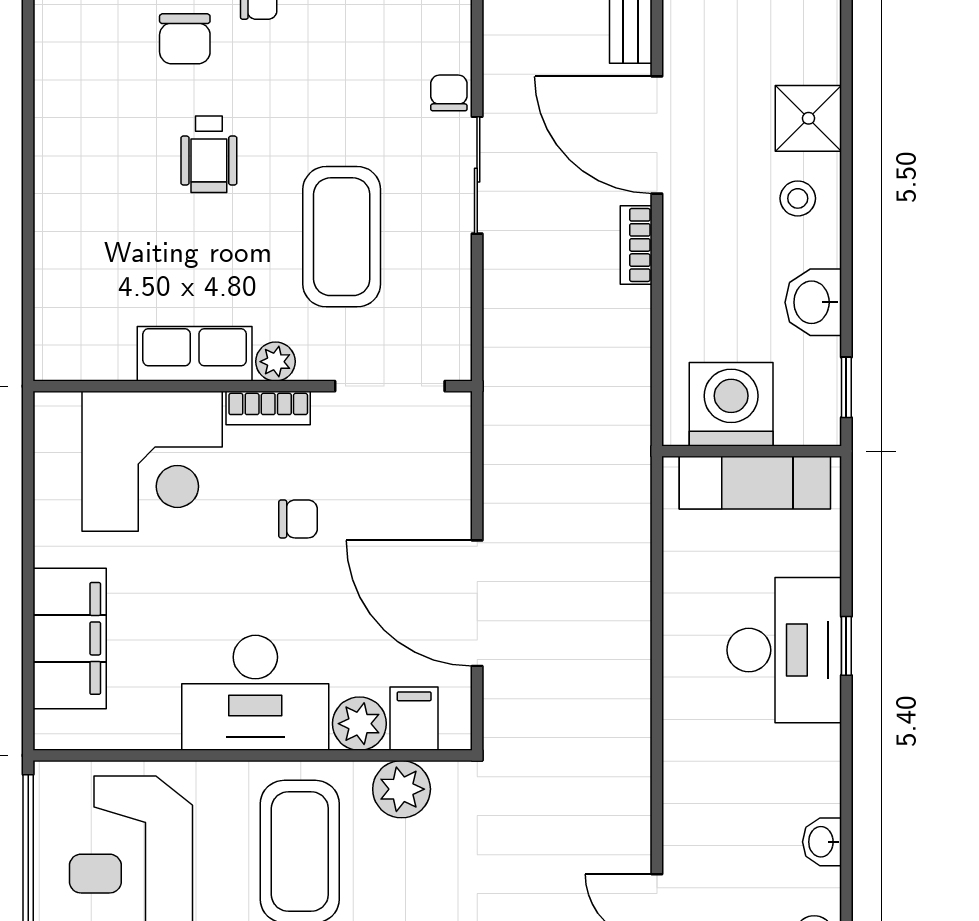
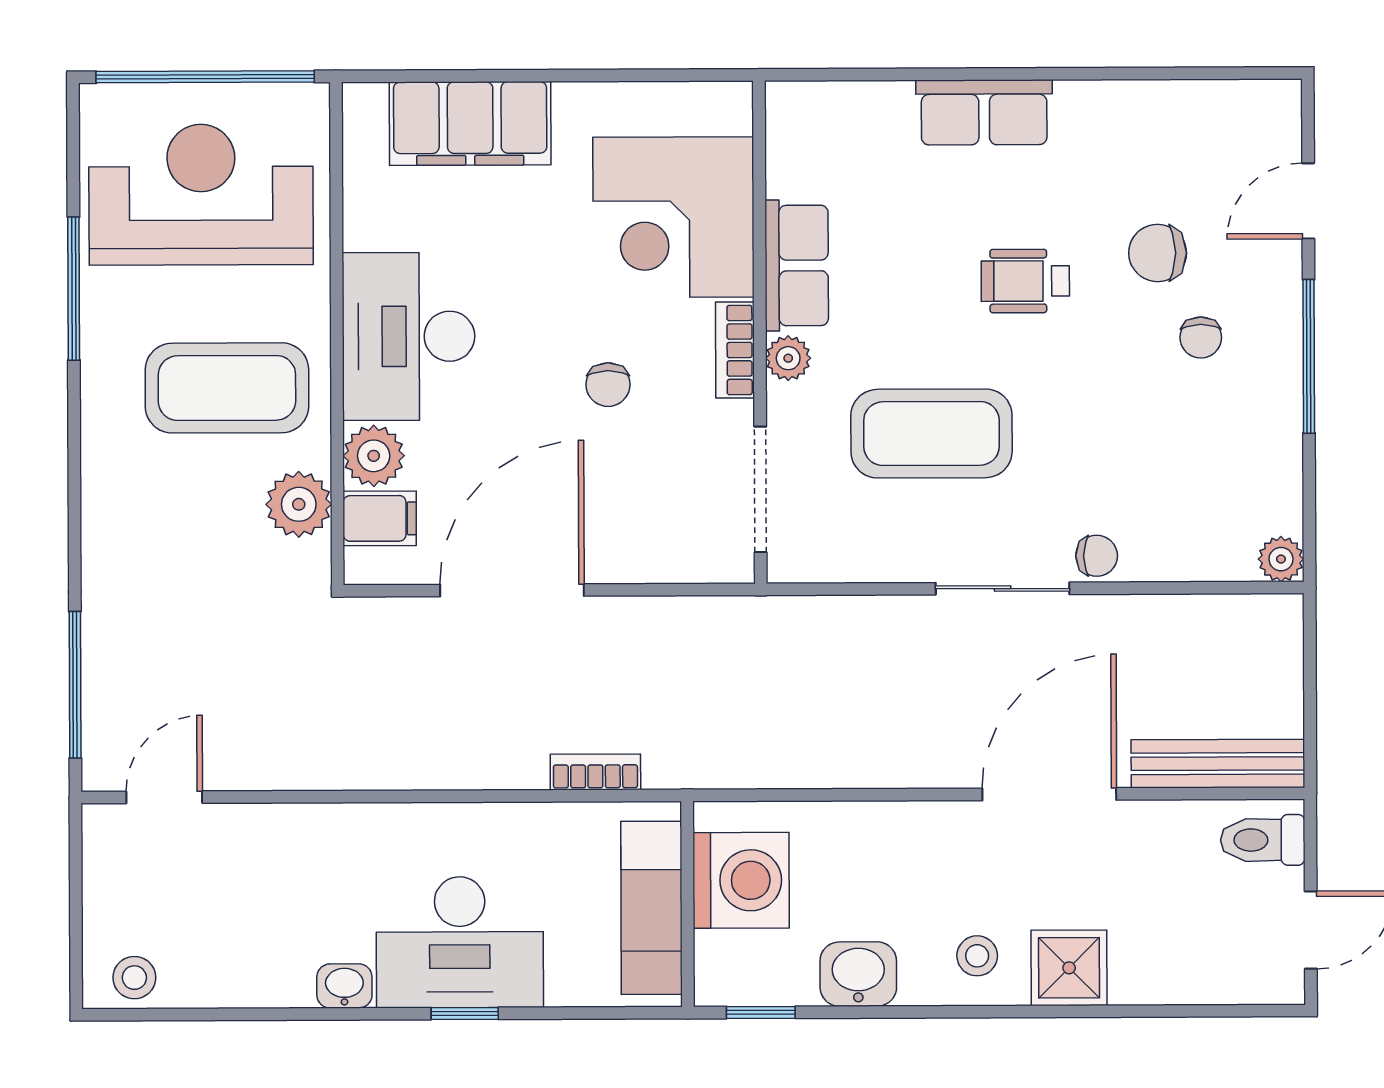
row of seats: (62, 190) -> (984, 112), added
bookcase: (636, 245) -> (595, 772), moved
washbasin: (822, 842) -> (344, 986), moved

